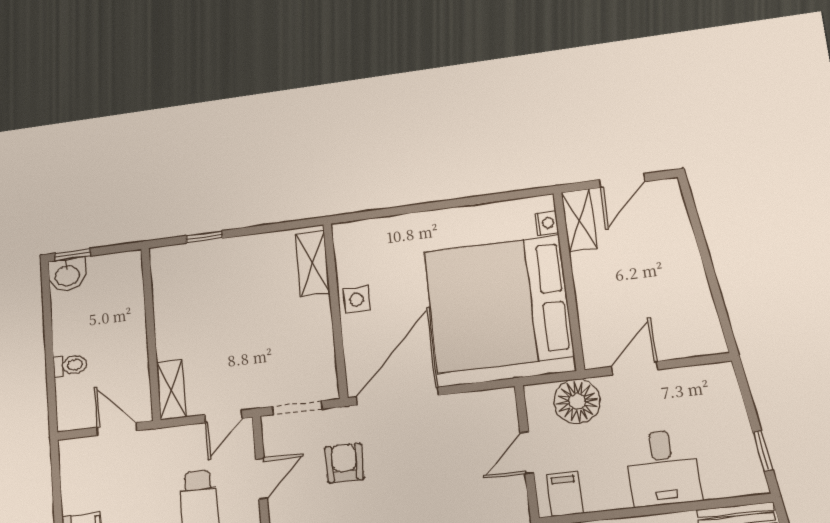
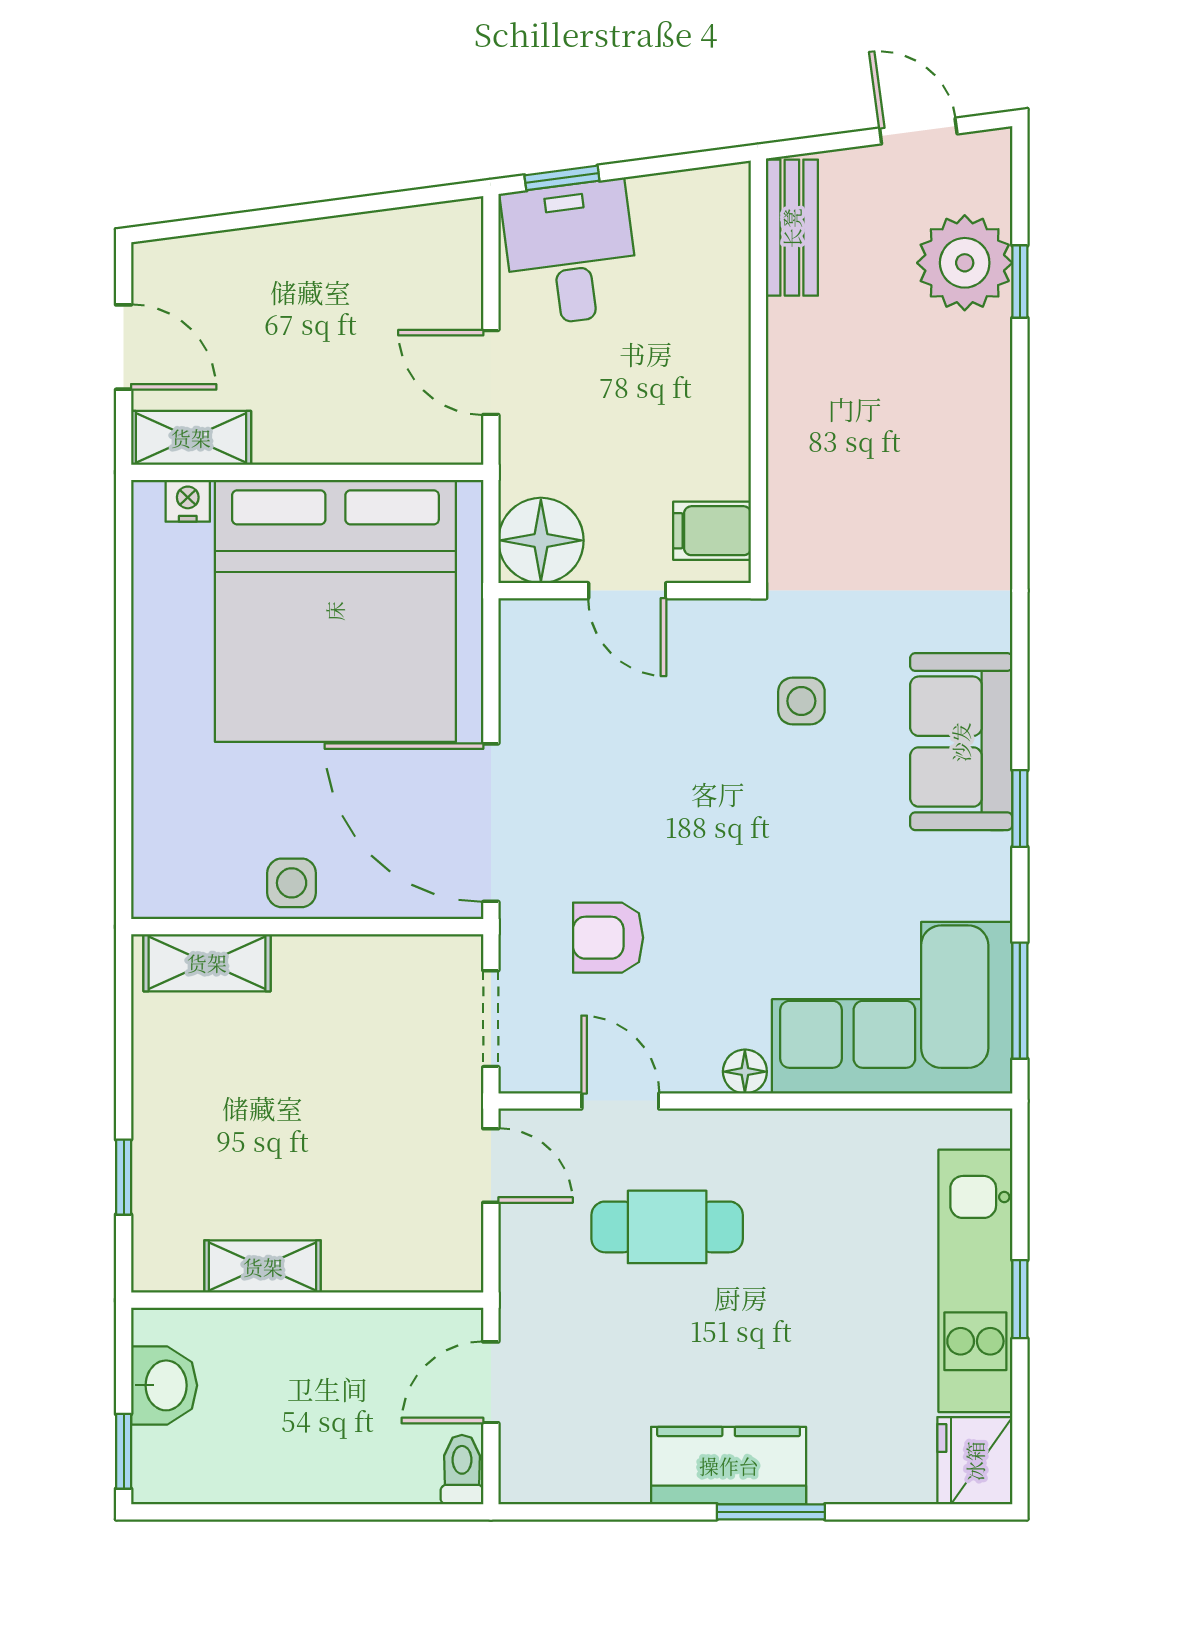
washbasin: (67, 275) -> (164, 1385), moved
toilet: (70, 365) -> (462, 1470), moved
shelving: (171, 390) -> (263, 1267), moved
floor lamp: (577, 401) -> (541, 540), moved
window: (763, 451) -> (562, 178), moved
desk: (663, 468) -> (571, 253), moved, turned -98

